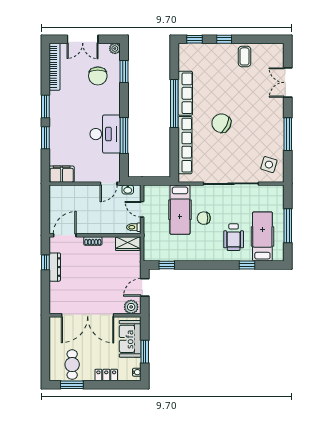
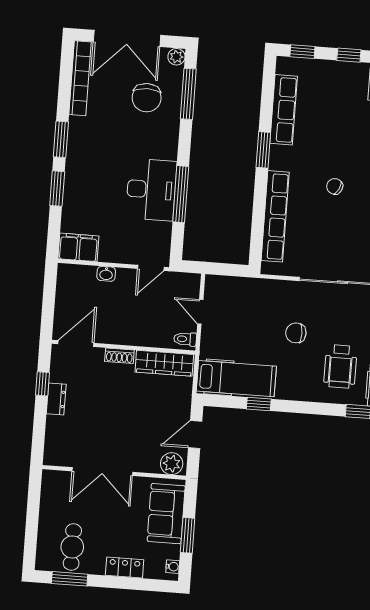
double door: (83, 39) -> (127, 38), width x1.37
window: (124, 72) -> (188, 94), width x1.44
row of seats: (185, 93) -> (284, 110), moved
window: (174, 103) -> (263, 150), width x0.47
chair: (221, 123) -> (335, 186), width x0.54, depth x0.54
washbasin: (128, 190) -> (106, 274), moved
hospital bed: (180, 210) -> (236, 379), moved, turned -90
wardrobe: (128, 244) -> (164, 363), width x1.50
window: (167, 265) -> (259, 404), moved
dresser: (55, 267) -> (56, 399), width x0.70
double door: (88, 315) -> (102, 472), width x0.73

